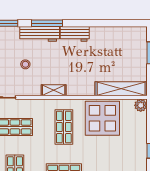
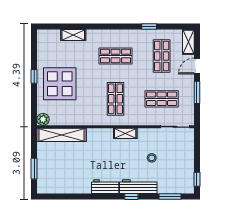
window: (47, 23) -> (131, 197), width x0.46
display table: (102, 118) -> (60, 84), moved

